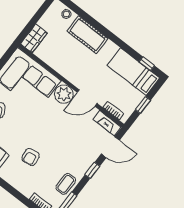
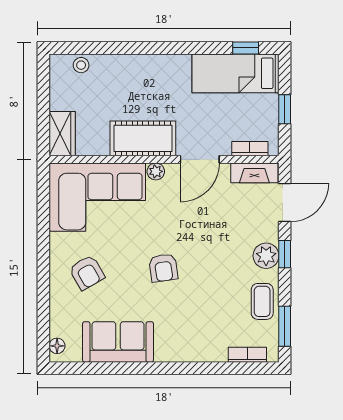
cot: (87, 35) -> (143, 138), moved
plant: (64, 94) -> (156, 171), width x0.53, depth x0.53
armchair: (31, 157) -> (163, 268), moved
plant: (83, 165) -> (266, 256), added

